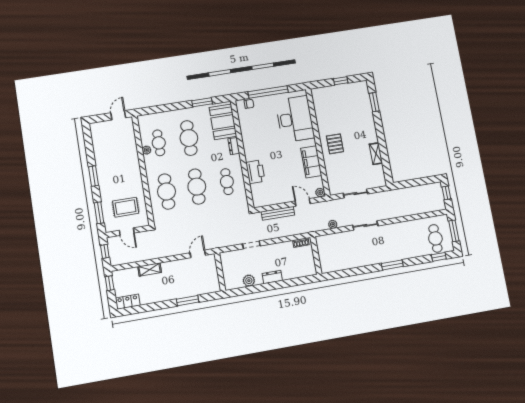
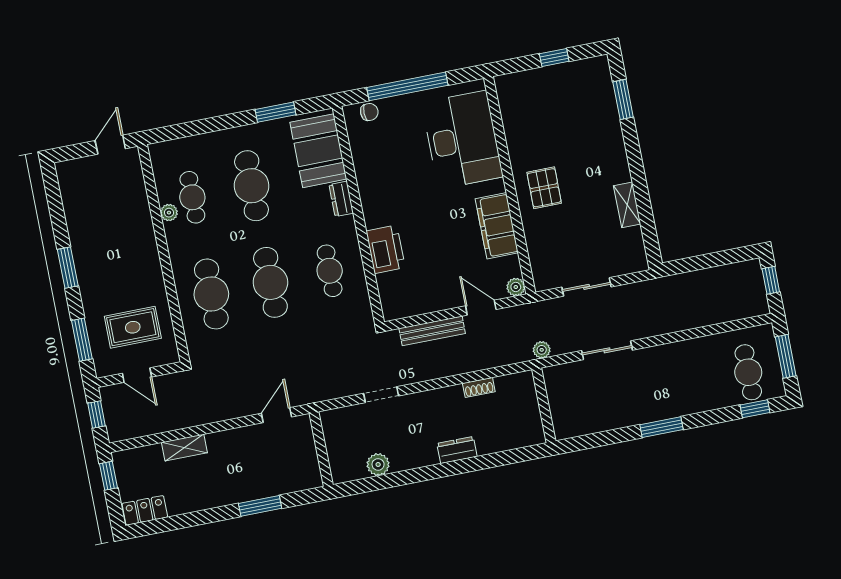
wall: (316, 255) -> (544, 405), moved
dresser: (272, 277) -> (457, 450), moved

